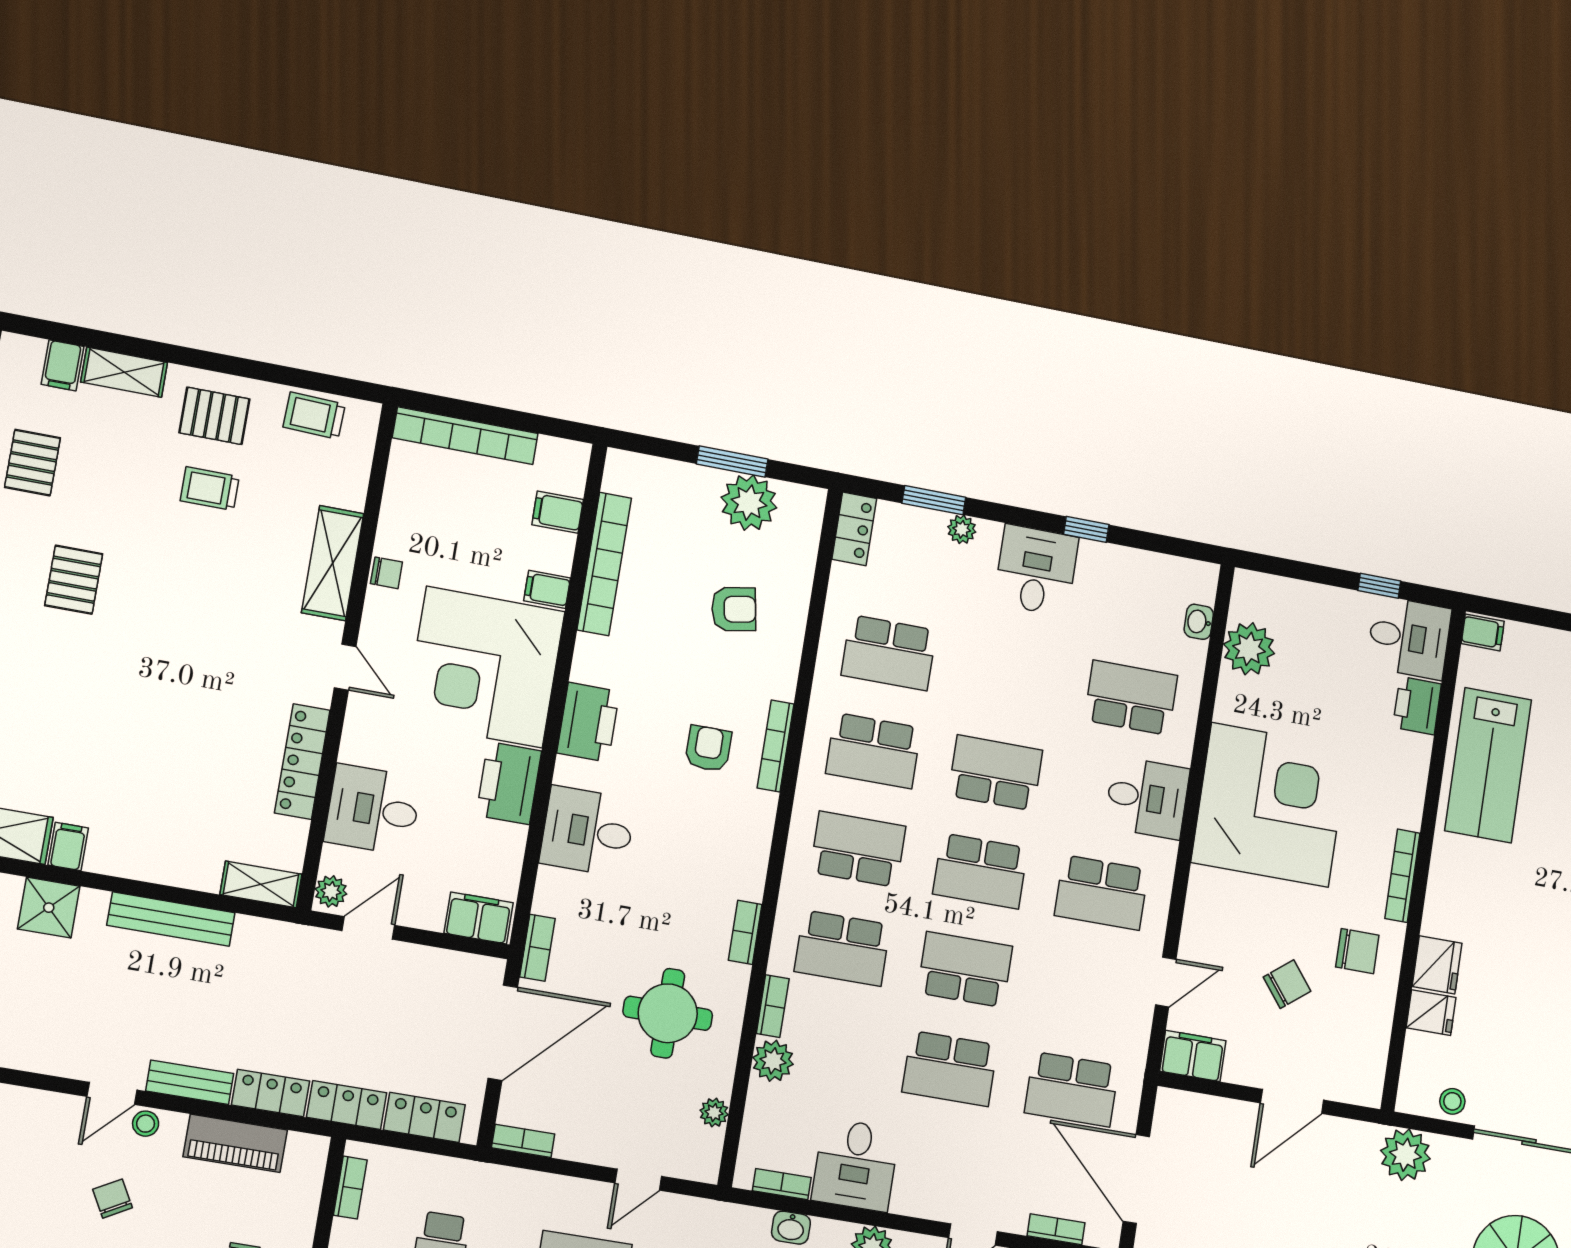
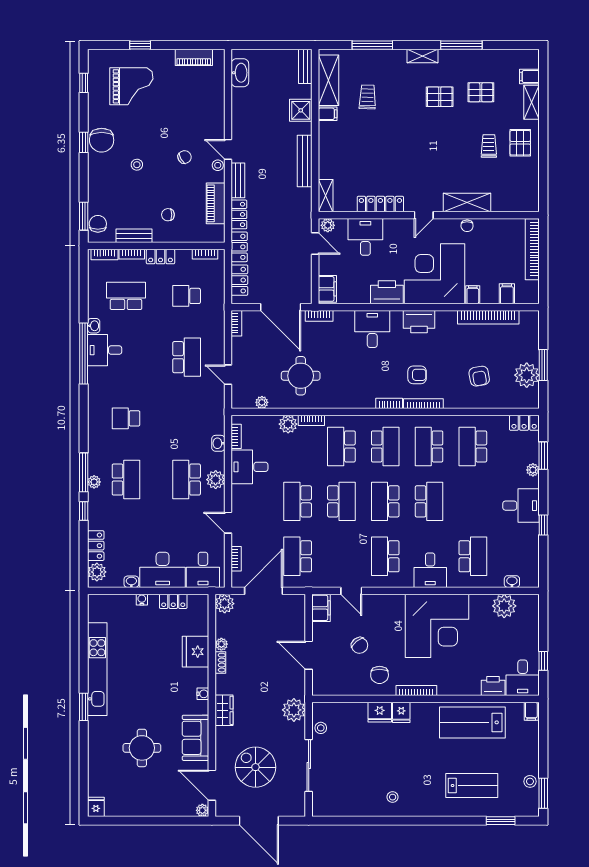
trolley: (314, 416) -> (367, 97), moved
pallet: (32, 463) -> (481, 92), moved
bookcase: (745, 932) -> (389, 403), moved
fridge: (1431, 1013) -> (401, 712), moved

